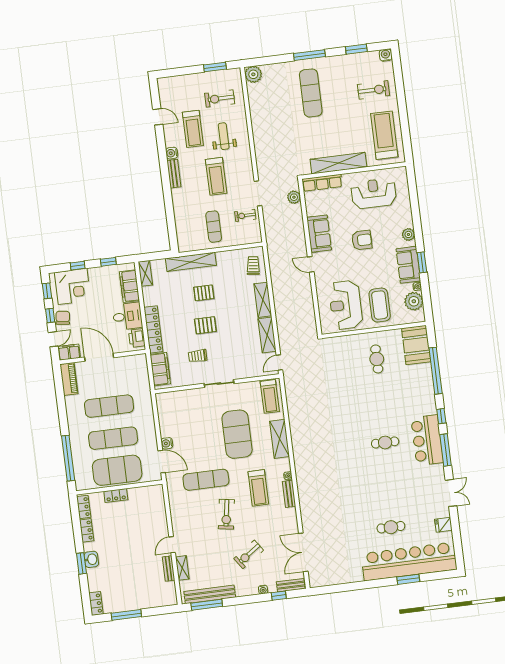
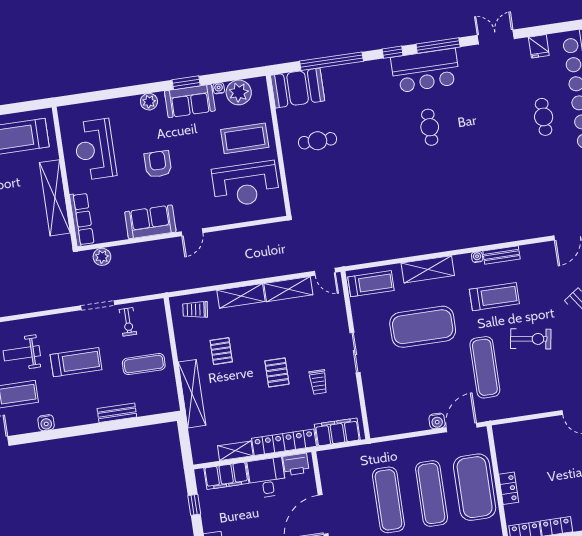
bench: (174, 174) -> (117, 413), moved
shelving: (145, 273) -> (235, 451), moved
pallet: (204, 293) -> (221, 351), moved

